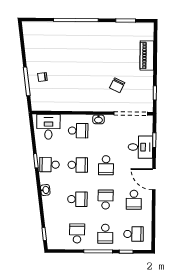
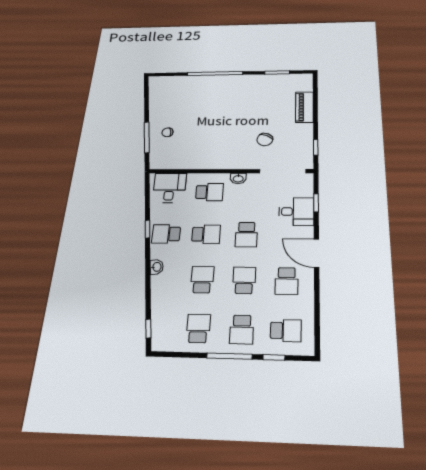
school desk: (77, 199) -> (202, 280), turned -90

